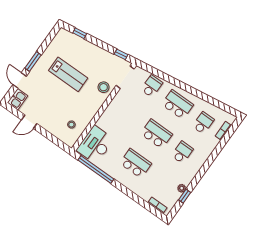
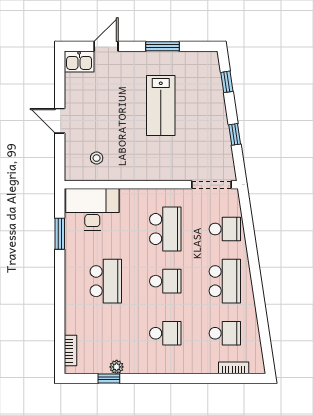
window: (121, 54) -> (235, 134), moved
window: (33, 62) -> (162, 46), moved
stool: (104, 87) -> (177, 165), removed
school desk: (131, 116) -> (165, 229), added
door: (29, 122) -> (60, 121), moved
school desk: (156, 134) -> (165, 281), width x0.54
window: (96, 169) -> (60, 234), width x0.47

